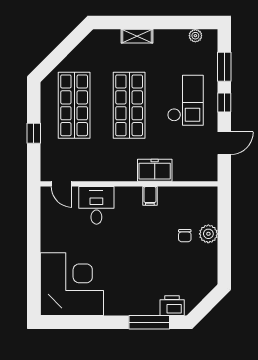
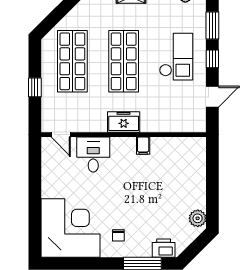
freezer: (155, 170) -> (124, 122), moved
plant: (208, 234) -> (198, 218), moved
chair: (185, 236) -> (118, 235), moved

